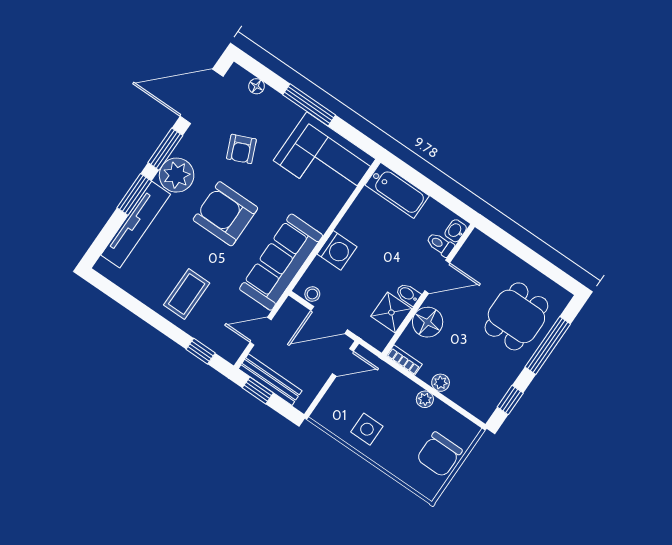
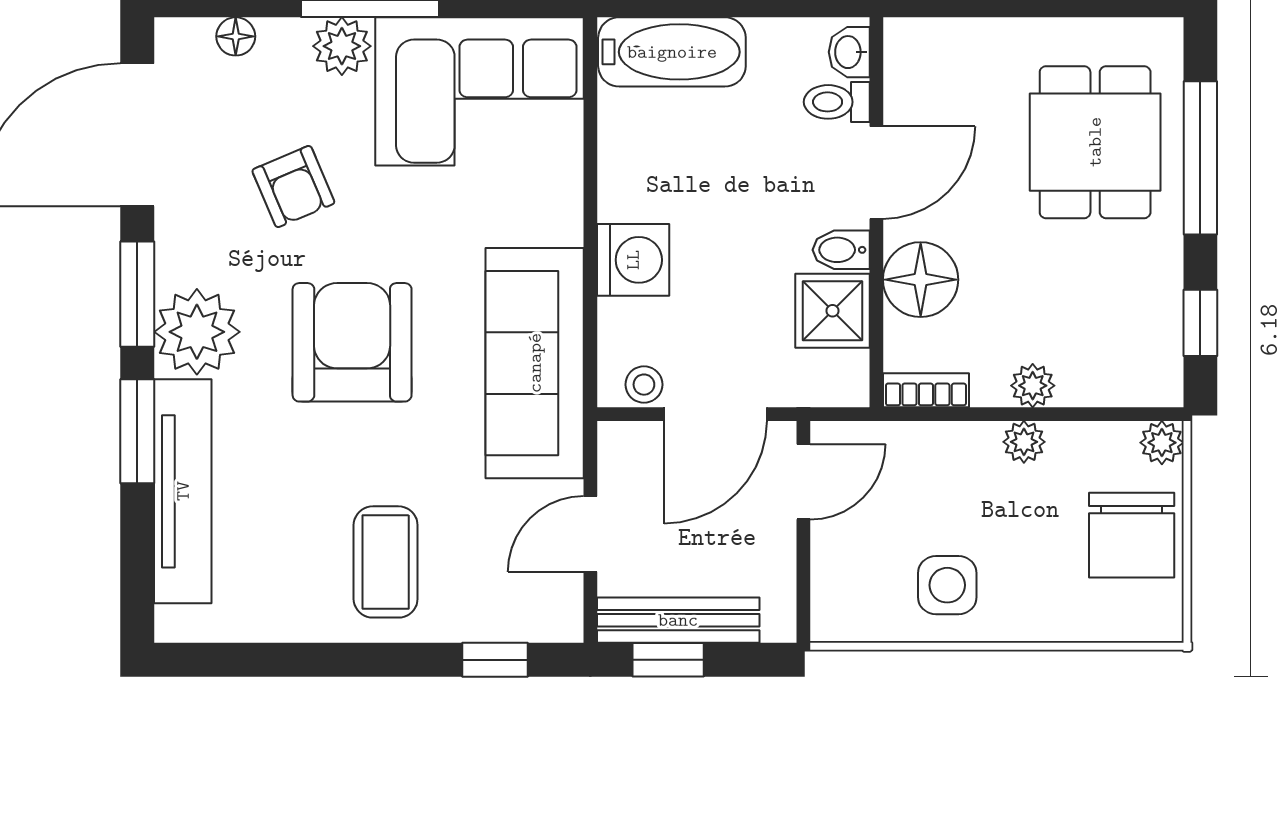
plant: (289, 114) -> (342, 46), added
armchair: (225, 214) -> (352, 342), turned 90
plant: (470, 431) -> (1162, 443), added

